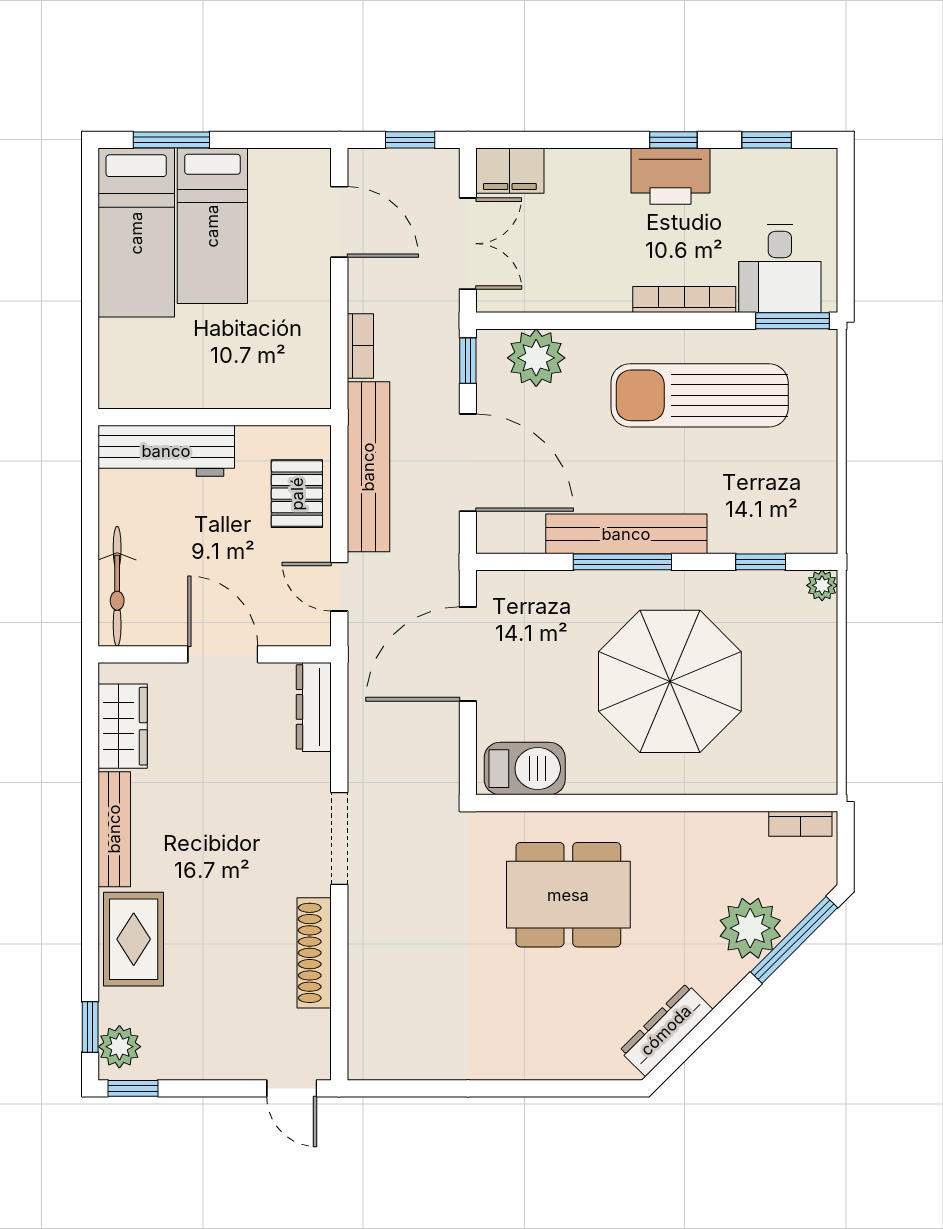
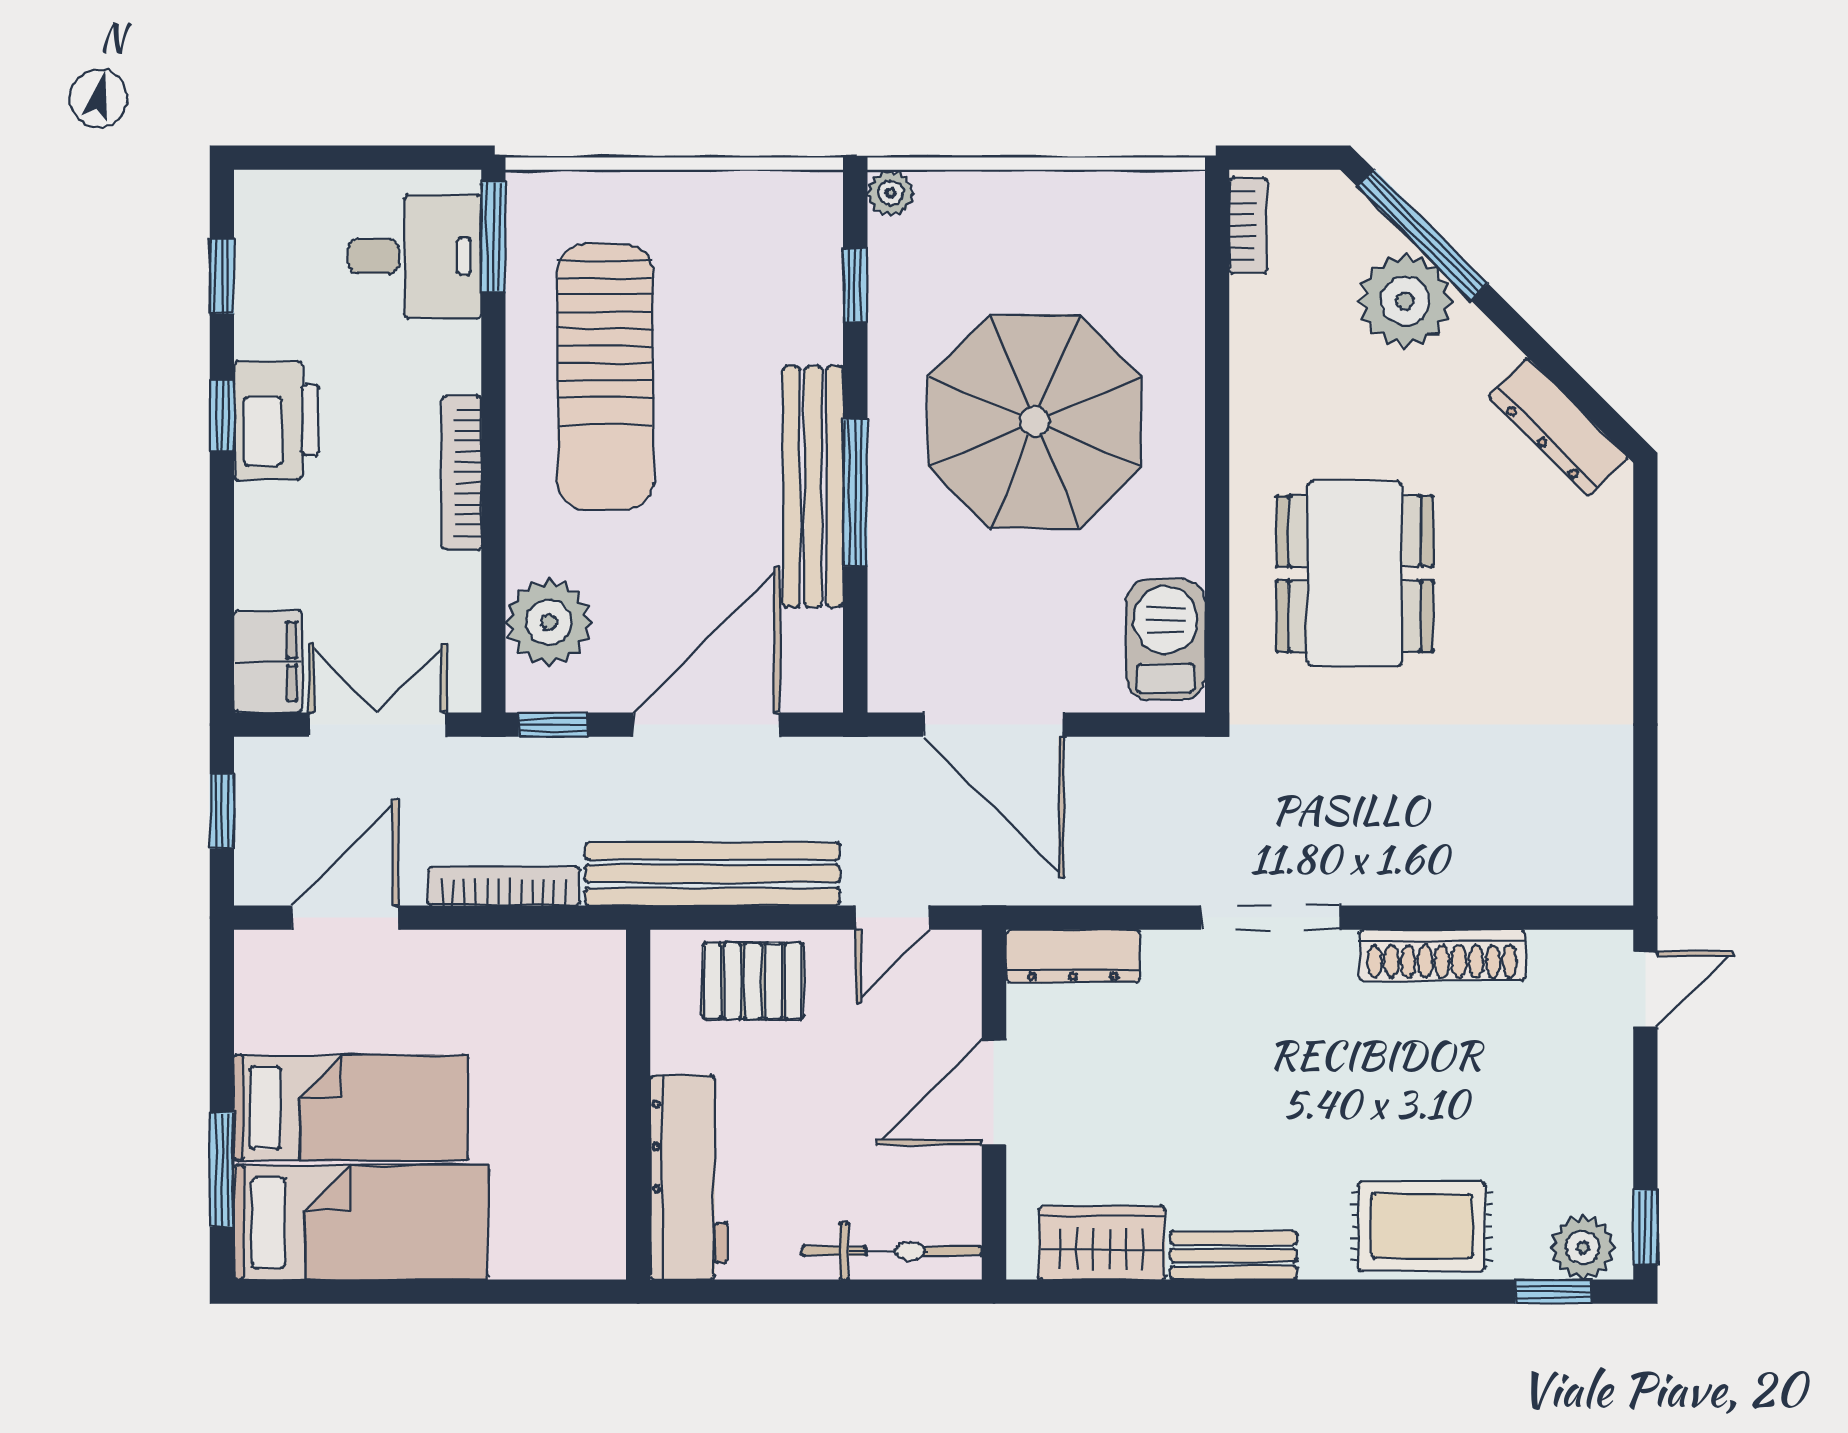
bookcase: (684, 300) -> (462, 473), moved
bookcase: (360, 346) -> (504, 886), width x1.56
bench: (114, 829) -> (1233, 1255), width x0.73

